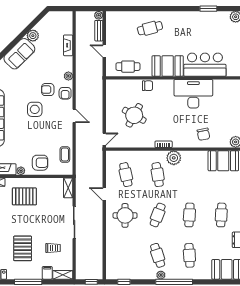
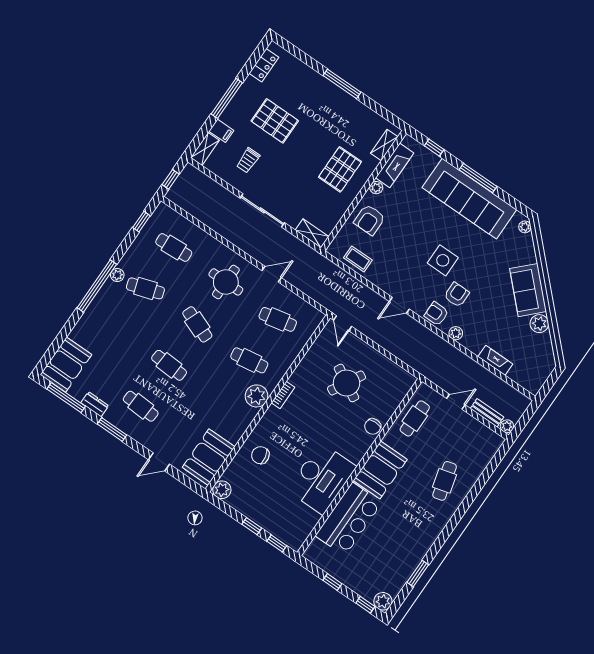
cafe table: (189, 255) -> (174, 247), moved

